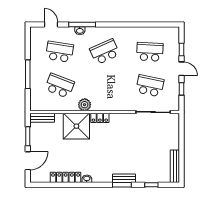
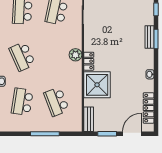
school desk: (60, 86) -> (56, 102), turned -42
plant: (85, 105) -> (76, 55), moved
door: (28, 161) -> (132, 134), hinge flipped
locker: (66, 177) -> (149, 108), moved

